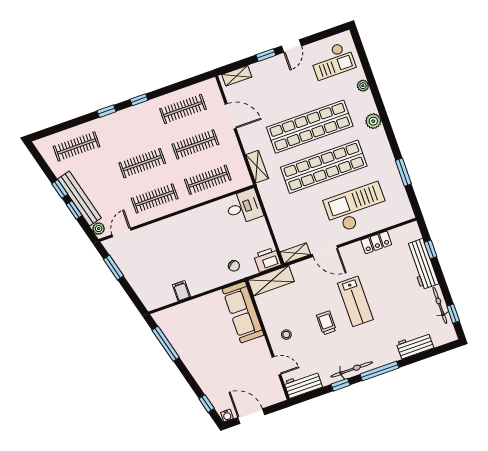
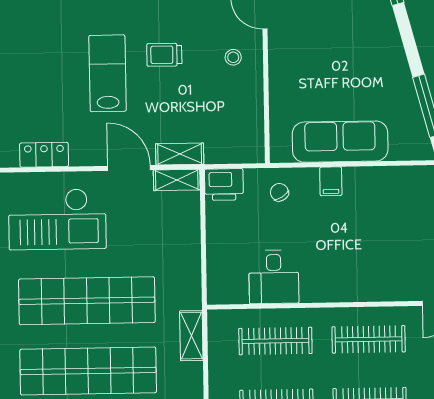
desk: (244, 207) -> (274, 277), moved, turned -90
shelving: (271, 281) -> (180, 154), moved, width x0.67, depth x0.75
filing cabinet: (181, 291) -> (331, 181), moved
sofa: (243, 312) -> (340, 142), moved, turned -90
trolley: (326, 323) -> (164, 55), turned 90

